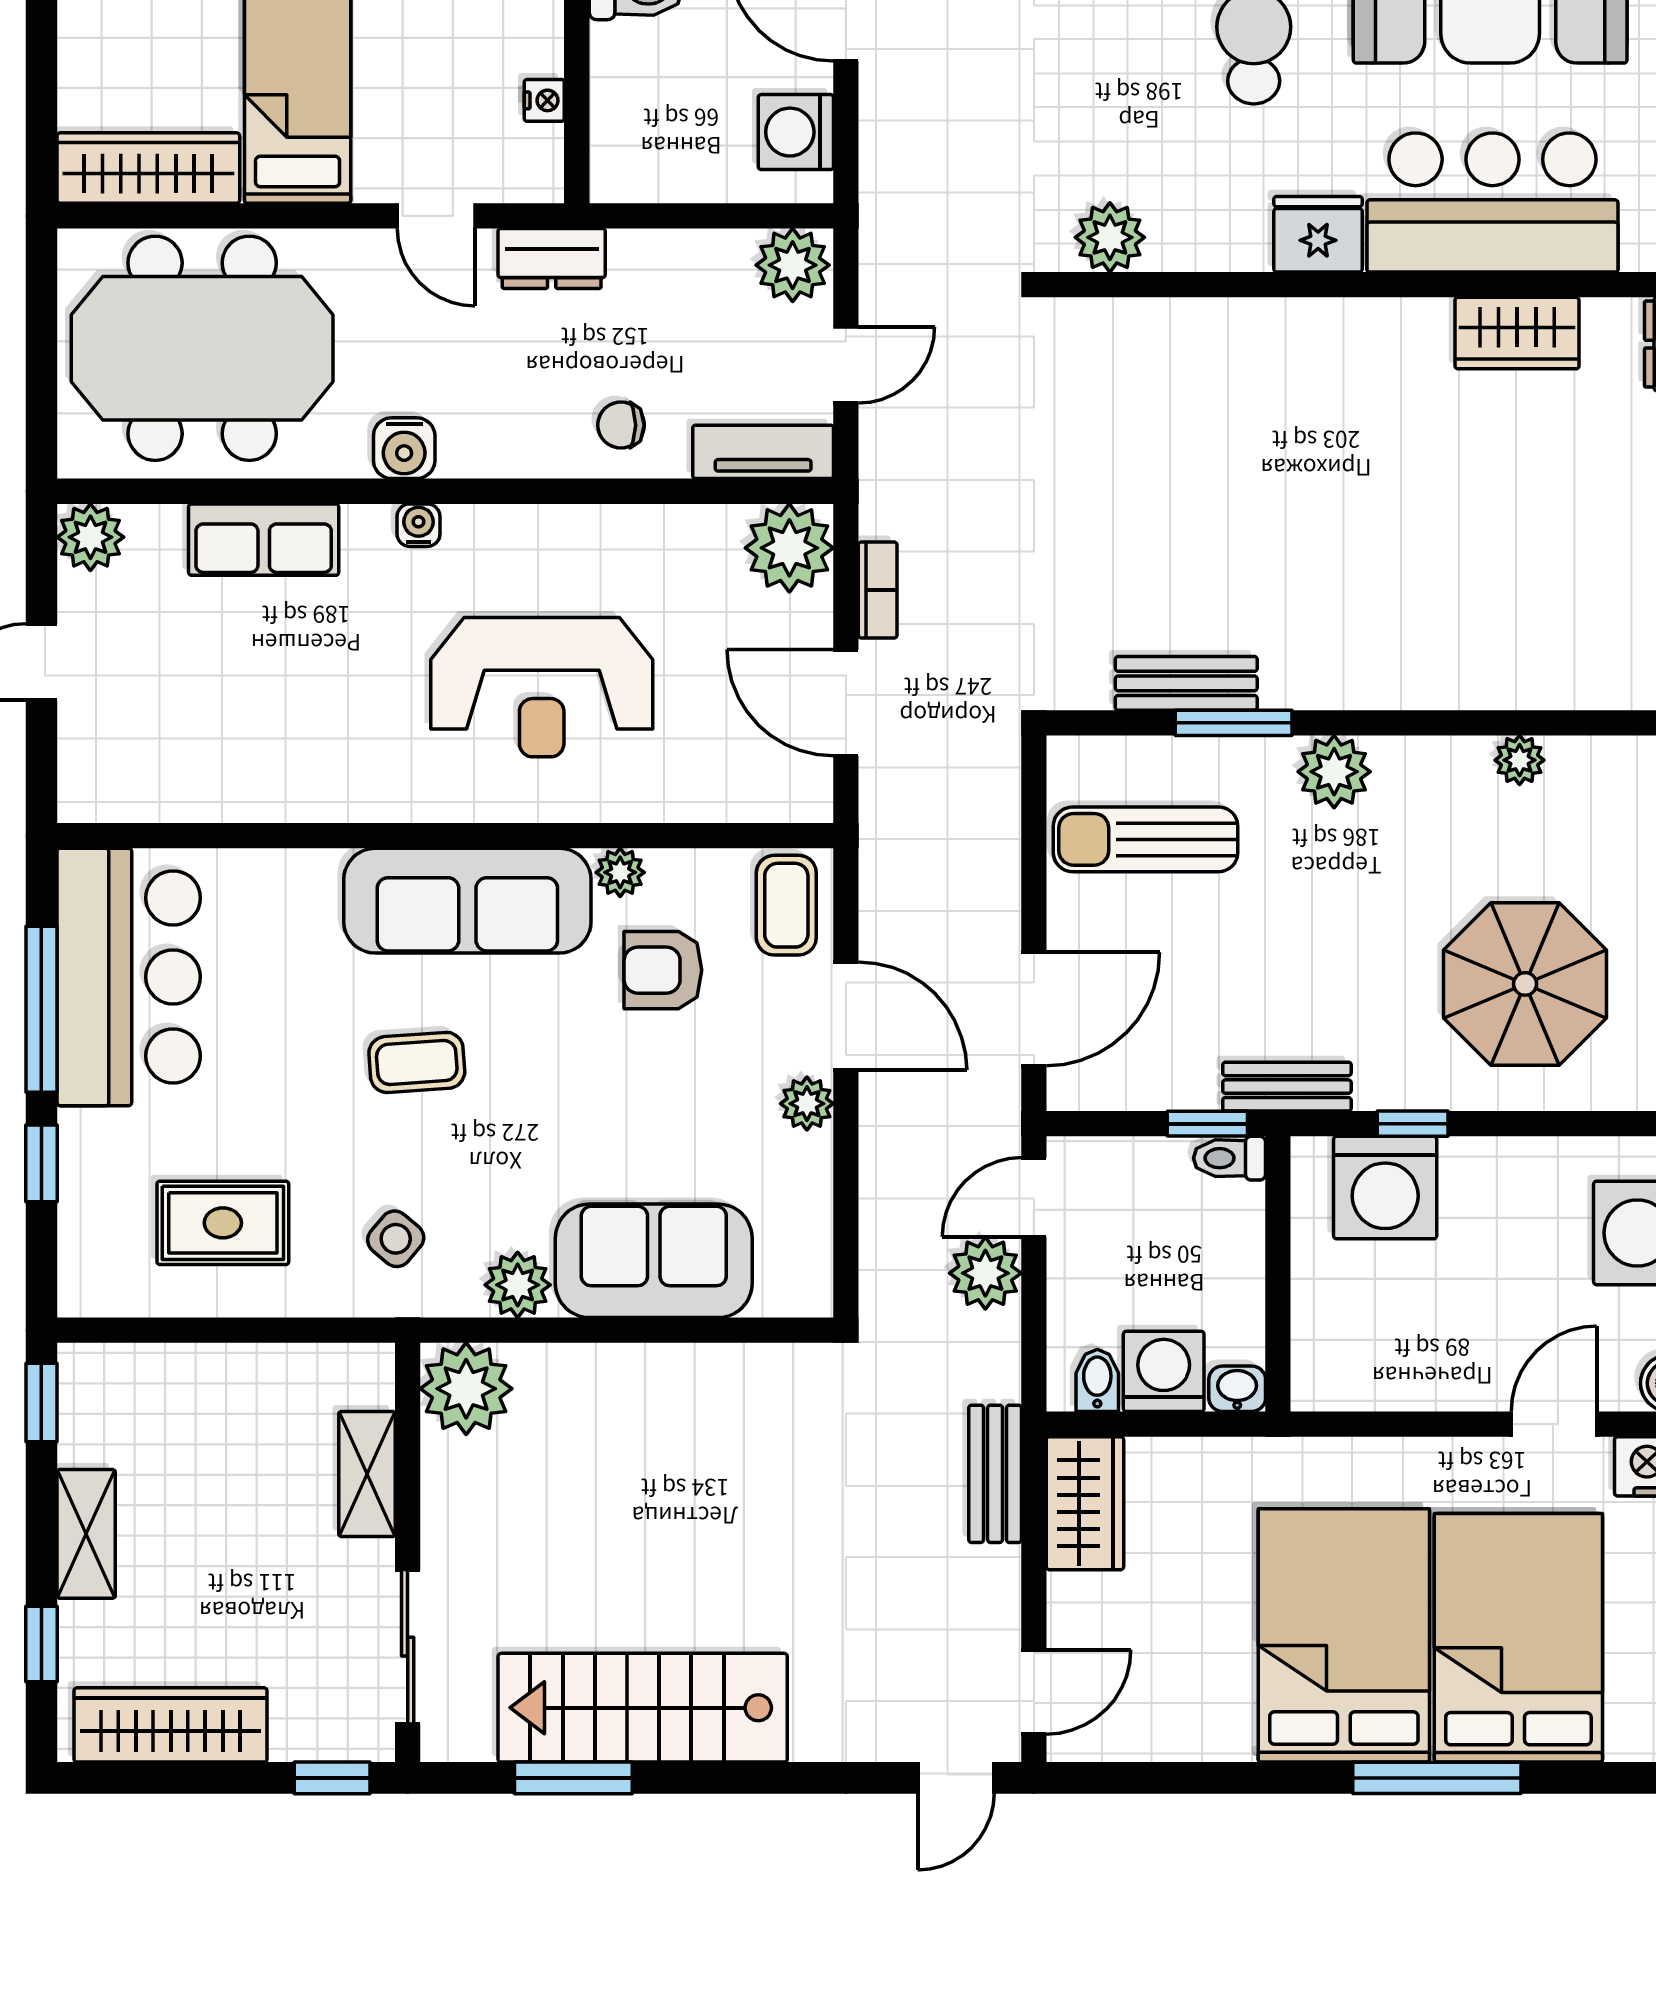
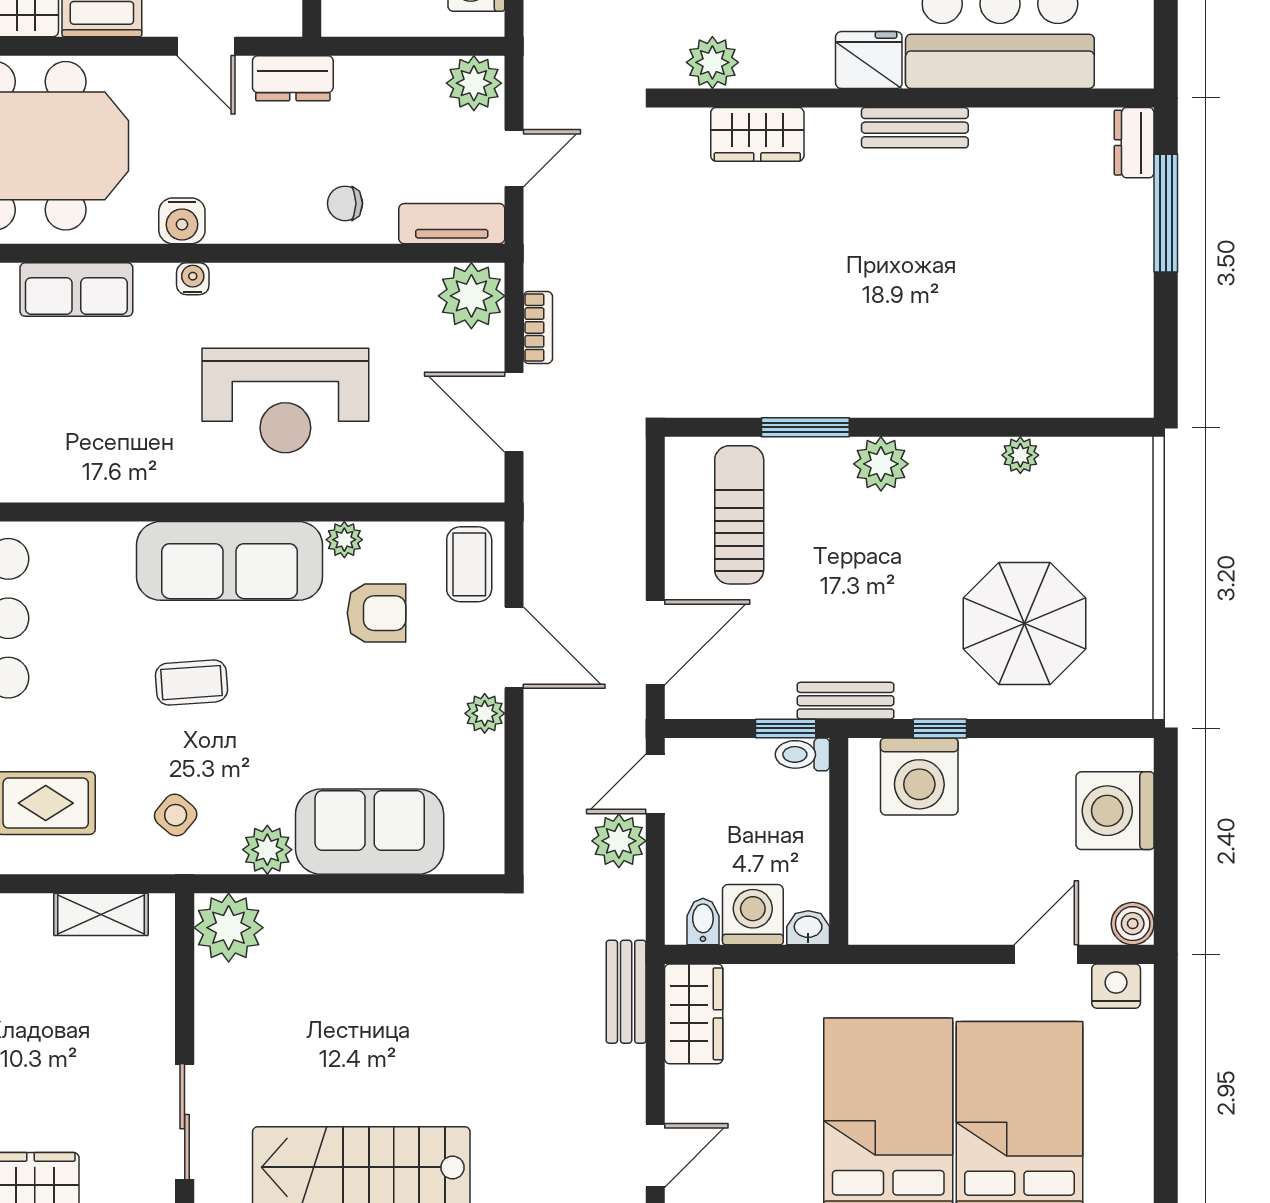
wardrobe: (1517, 333) -> (757, 134), moved
bench: (1186, 683) -> (915, 128), moved
sun lounger: (1146, 839) -> (739, 515), turned 90
armchair: (663, 970) -> (376, 613), turned 180
shelving: (367, 1474) -> (101, 914), moved, turned 90

